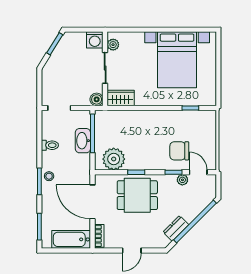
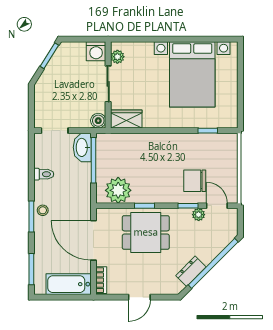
washbasin: (83, 141) -> (82, 147), moved

